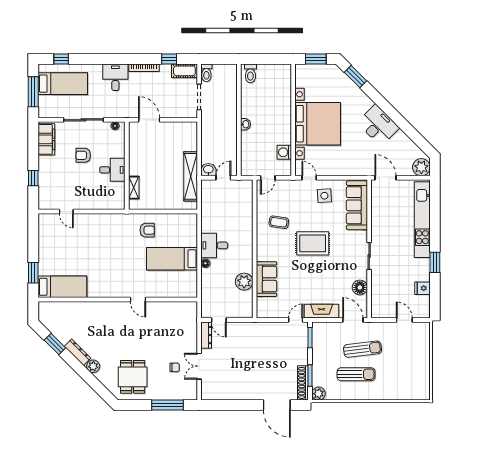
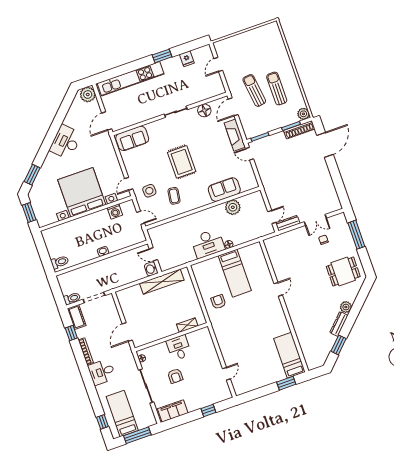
side table: (324, 196) -> (149, 191), moved
sofa: (357, 205) -> (132, 138), width x0.73
desk: (214, 245) -> (208, 244), width x1.37

